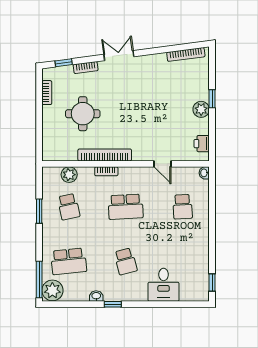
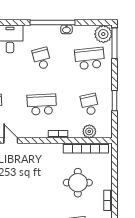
bookcase: (105, 155) -> (86, 148), moved
window: (113, 304) -> (53, 22), width x3.17

